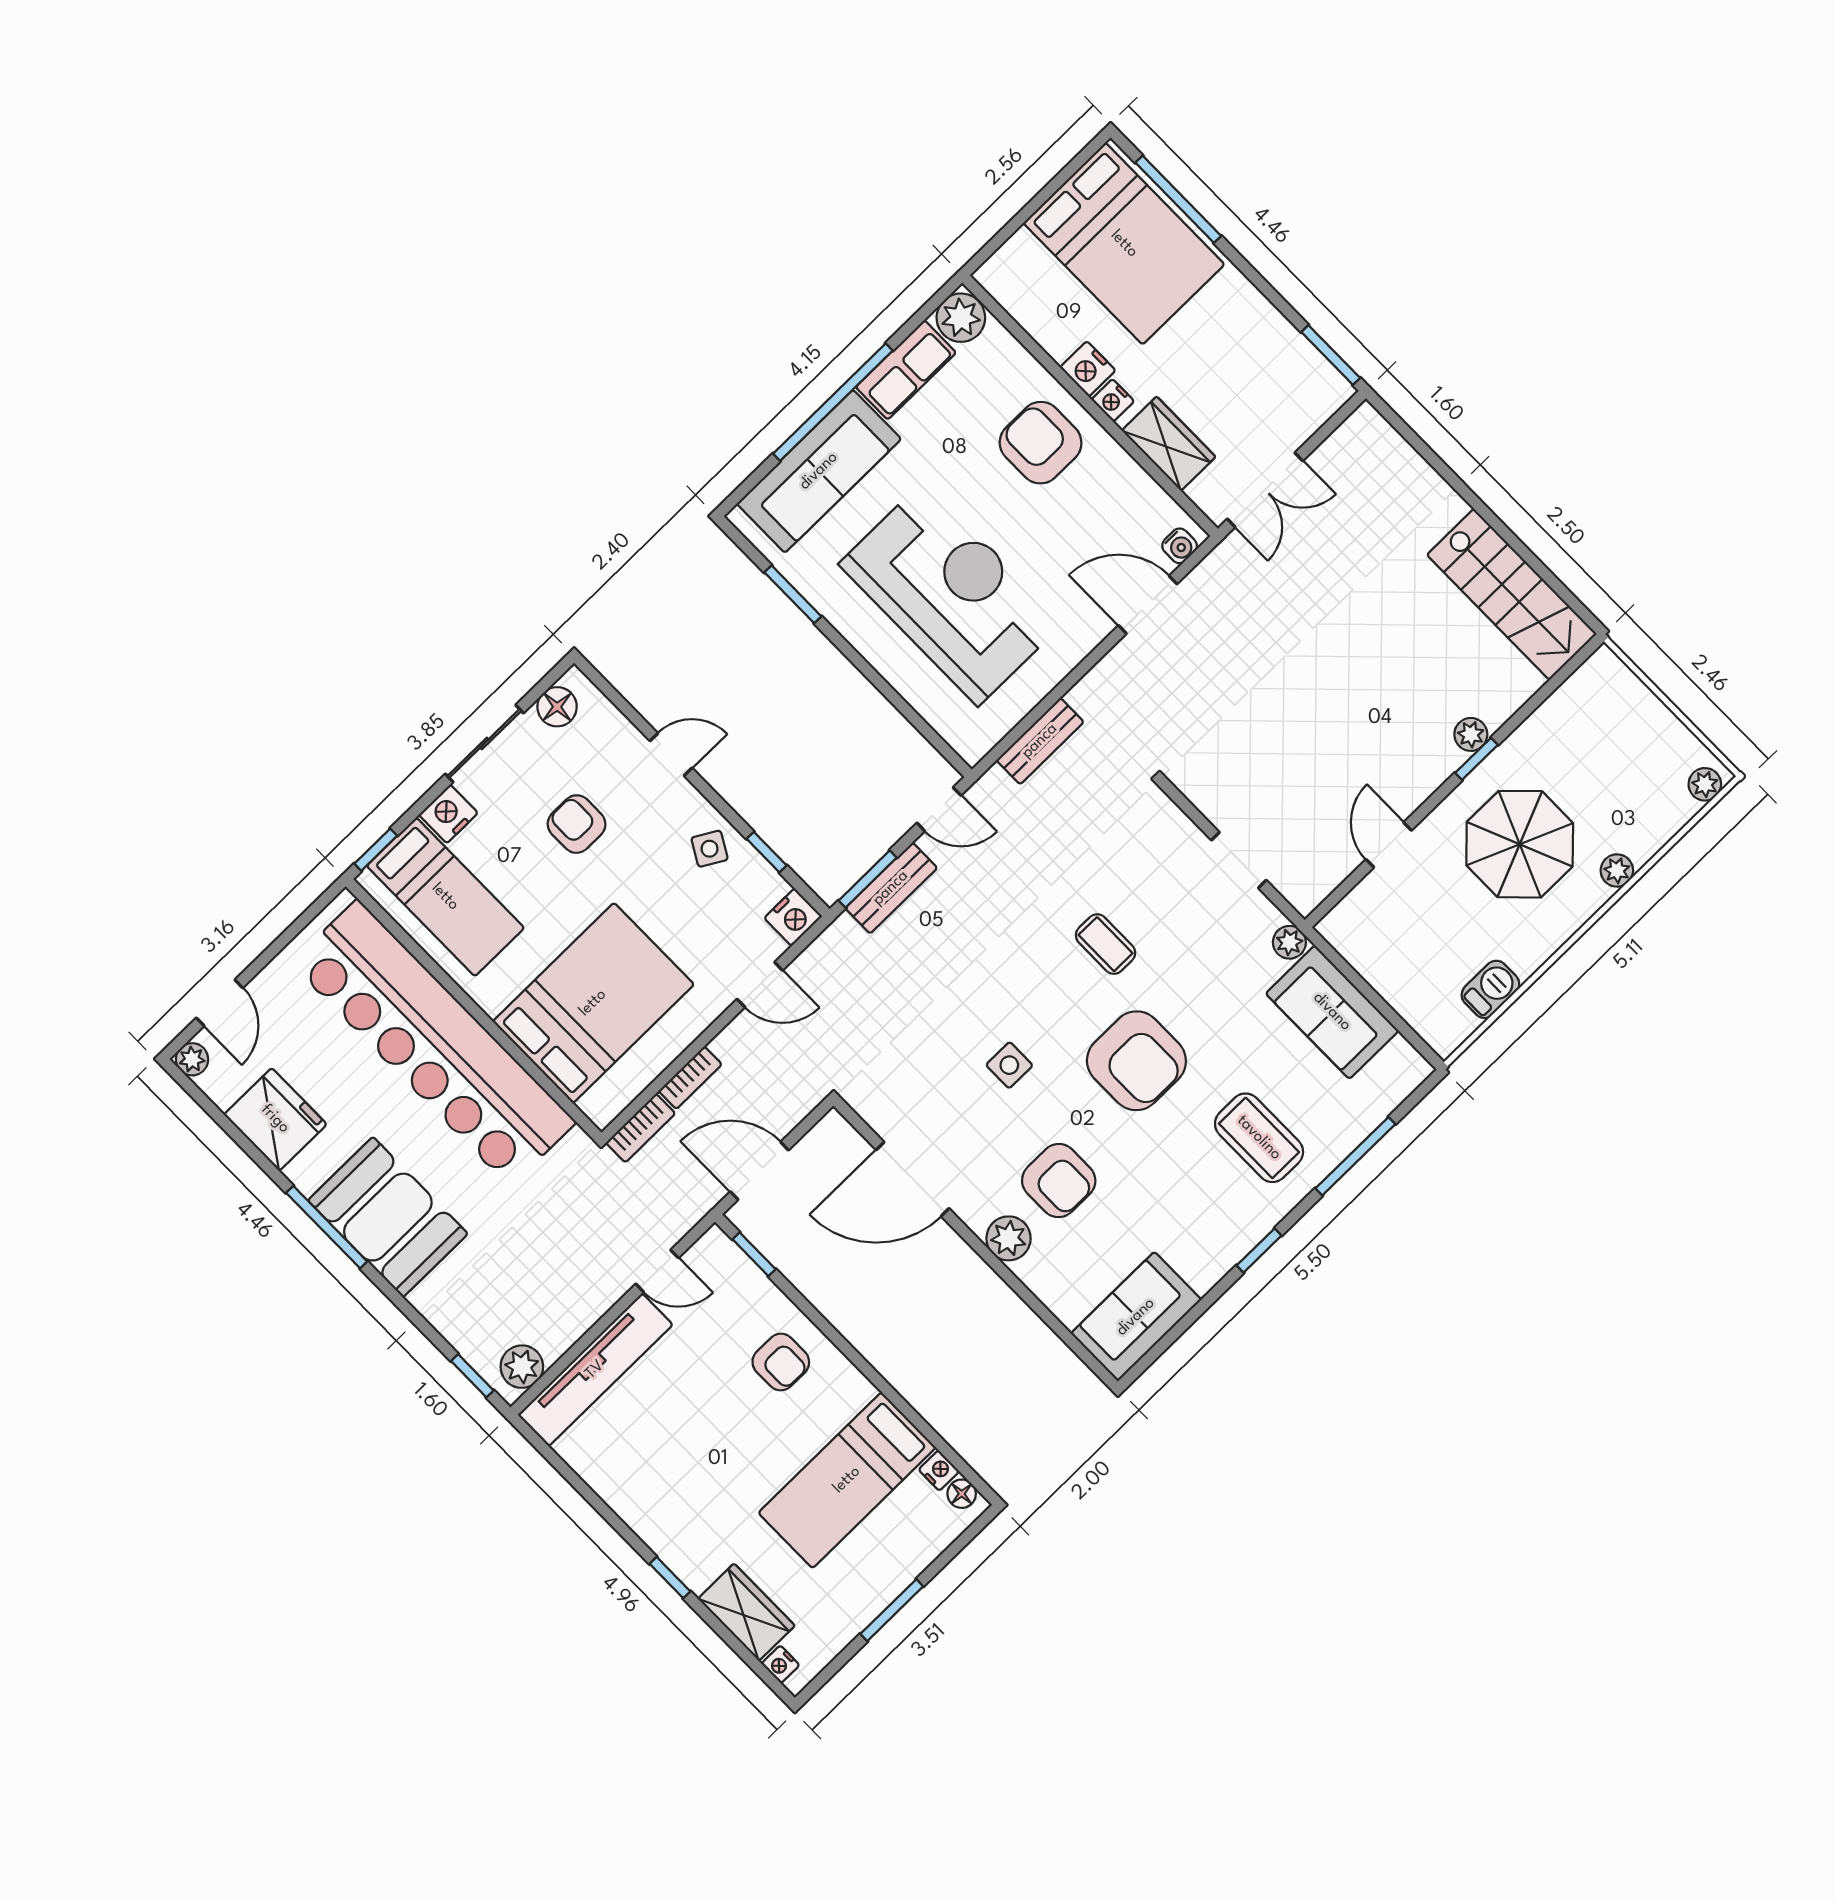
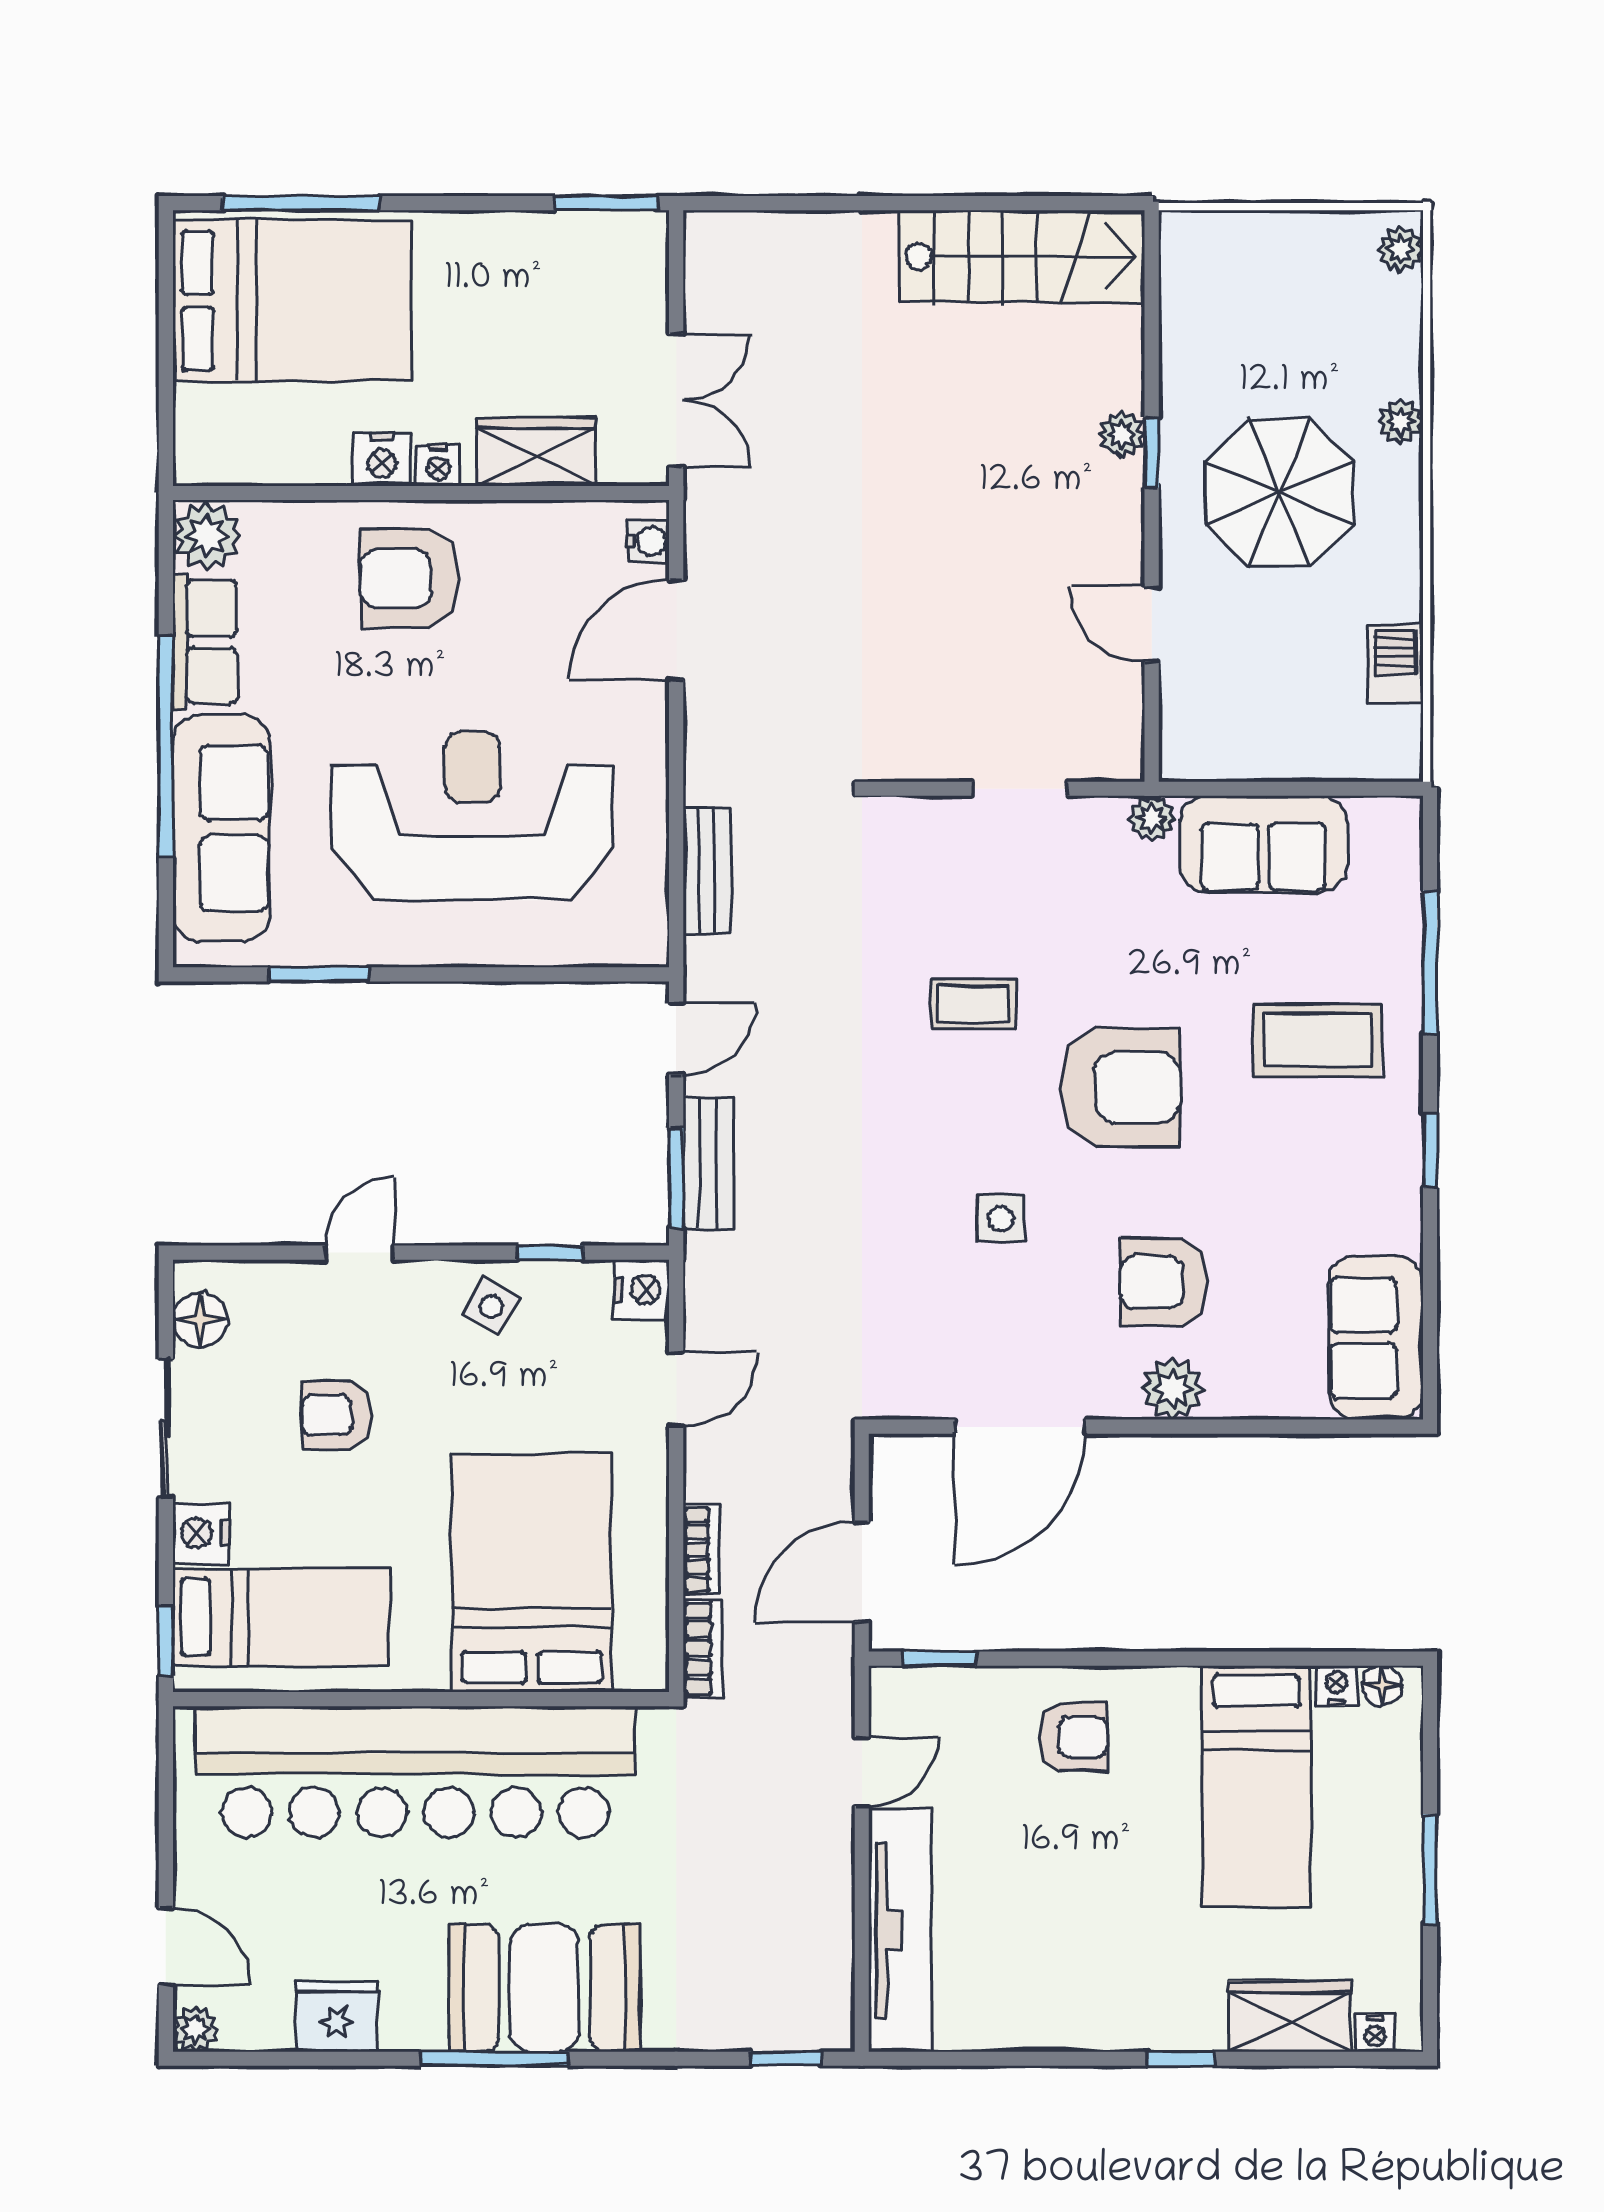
fridge: (275, 1119) -> (337, 2017), width x0.73, depth x0.75
armchair: (1059, 1181) -> (1164, 1282), turned 180
plant: (522, 1367) -> (825, 2000), removed

